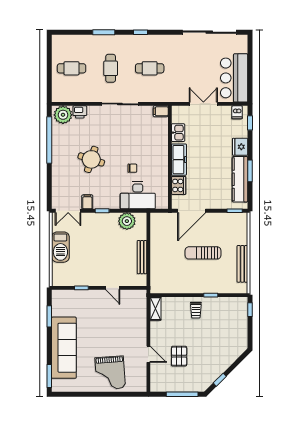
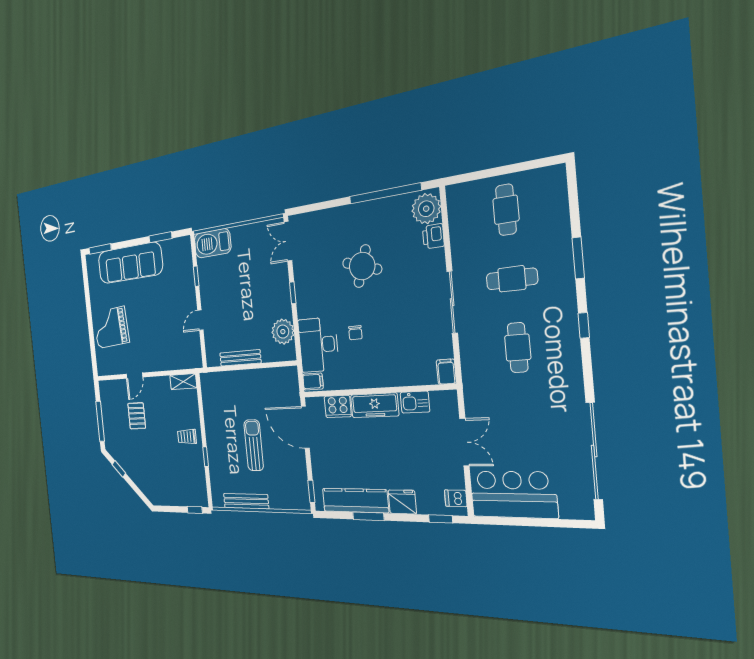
filing cabinet: (87, 202) -> (313, 381), moved
barbecue: (60, 247) -> (213, 243), moved
pallet: (179, 356) -> (137, 416), turned 90

